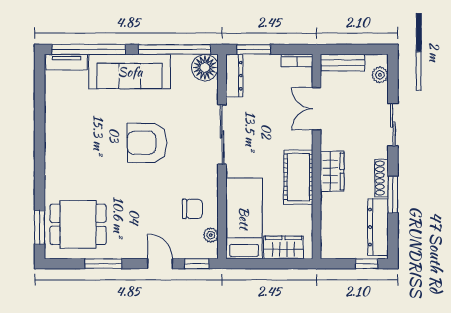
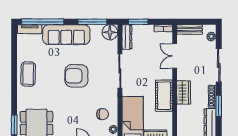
window: (175, 49) -> (92, 22), width x0.68
sliding door: (393, 125) -> (219, 65), width x1.37
coffee table: (64, 140) -> (28, 74), added

